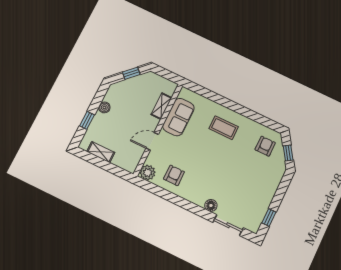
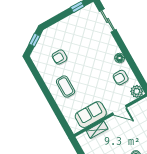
armchair: (265, 146) -> (60, 57), moved
floor lamp: (211, 205) -> (120, 58), moved

